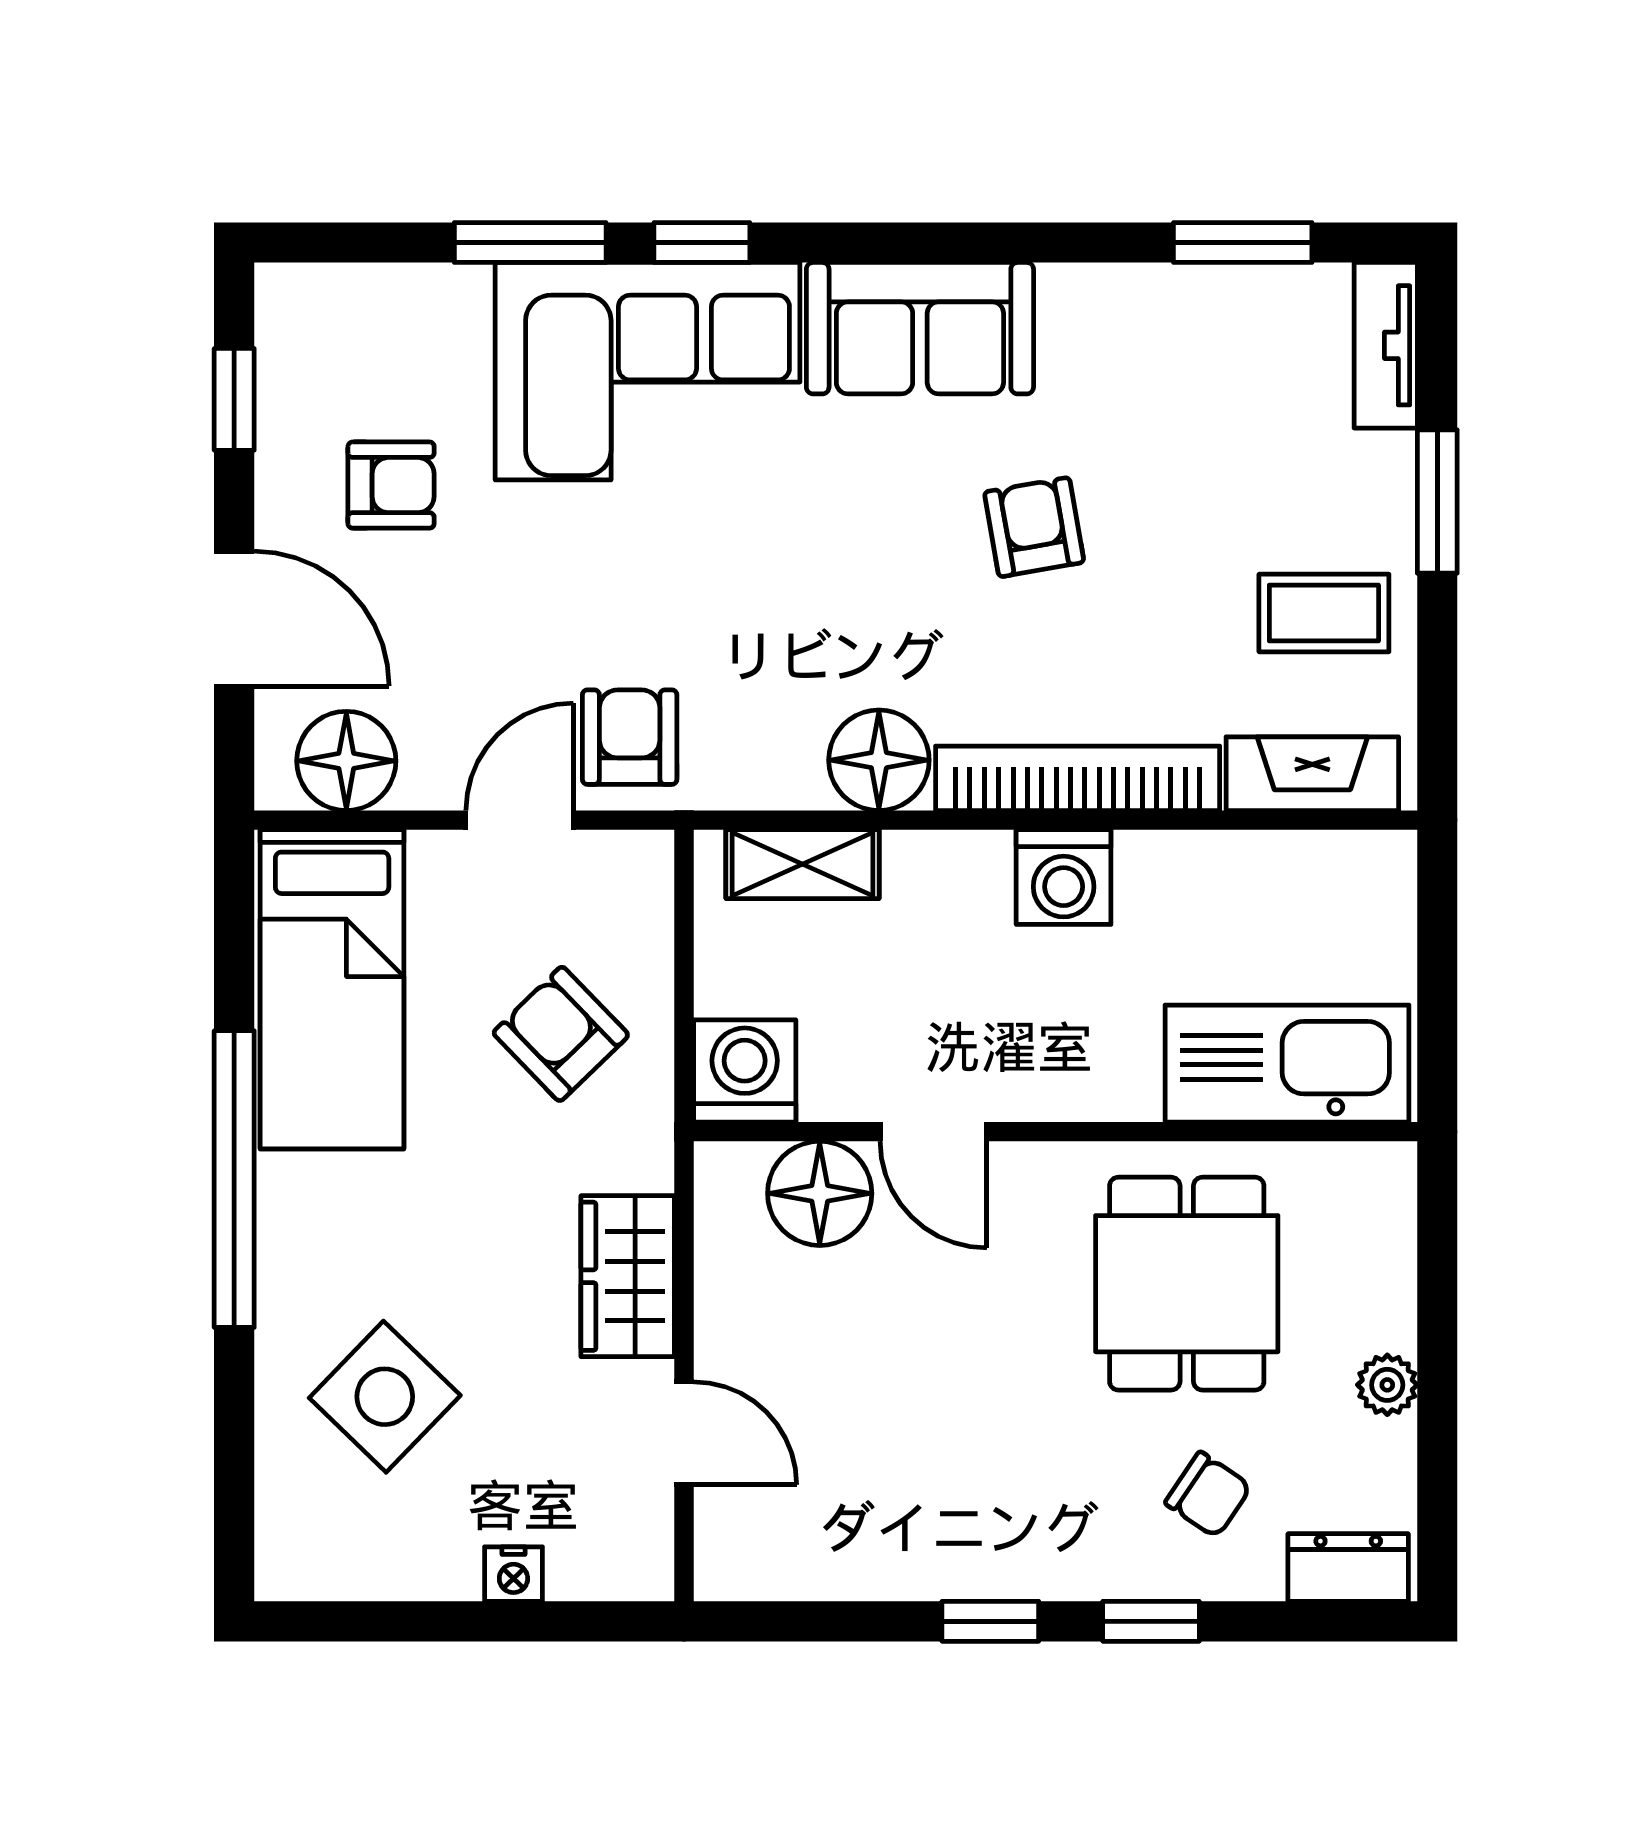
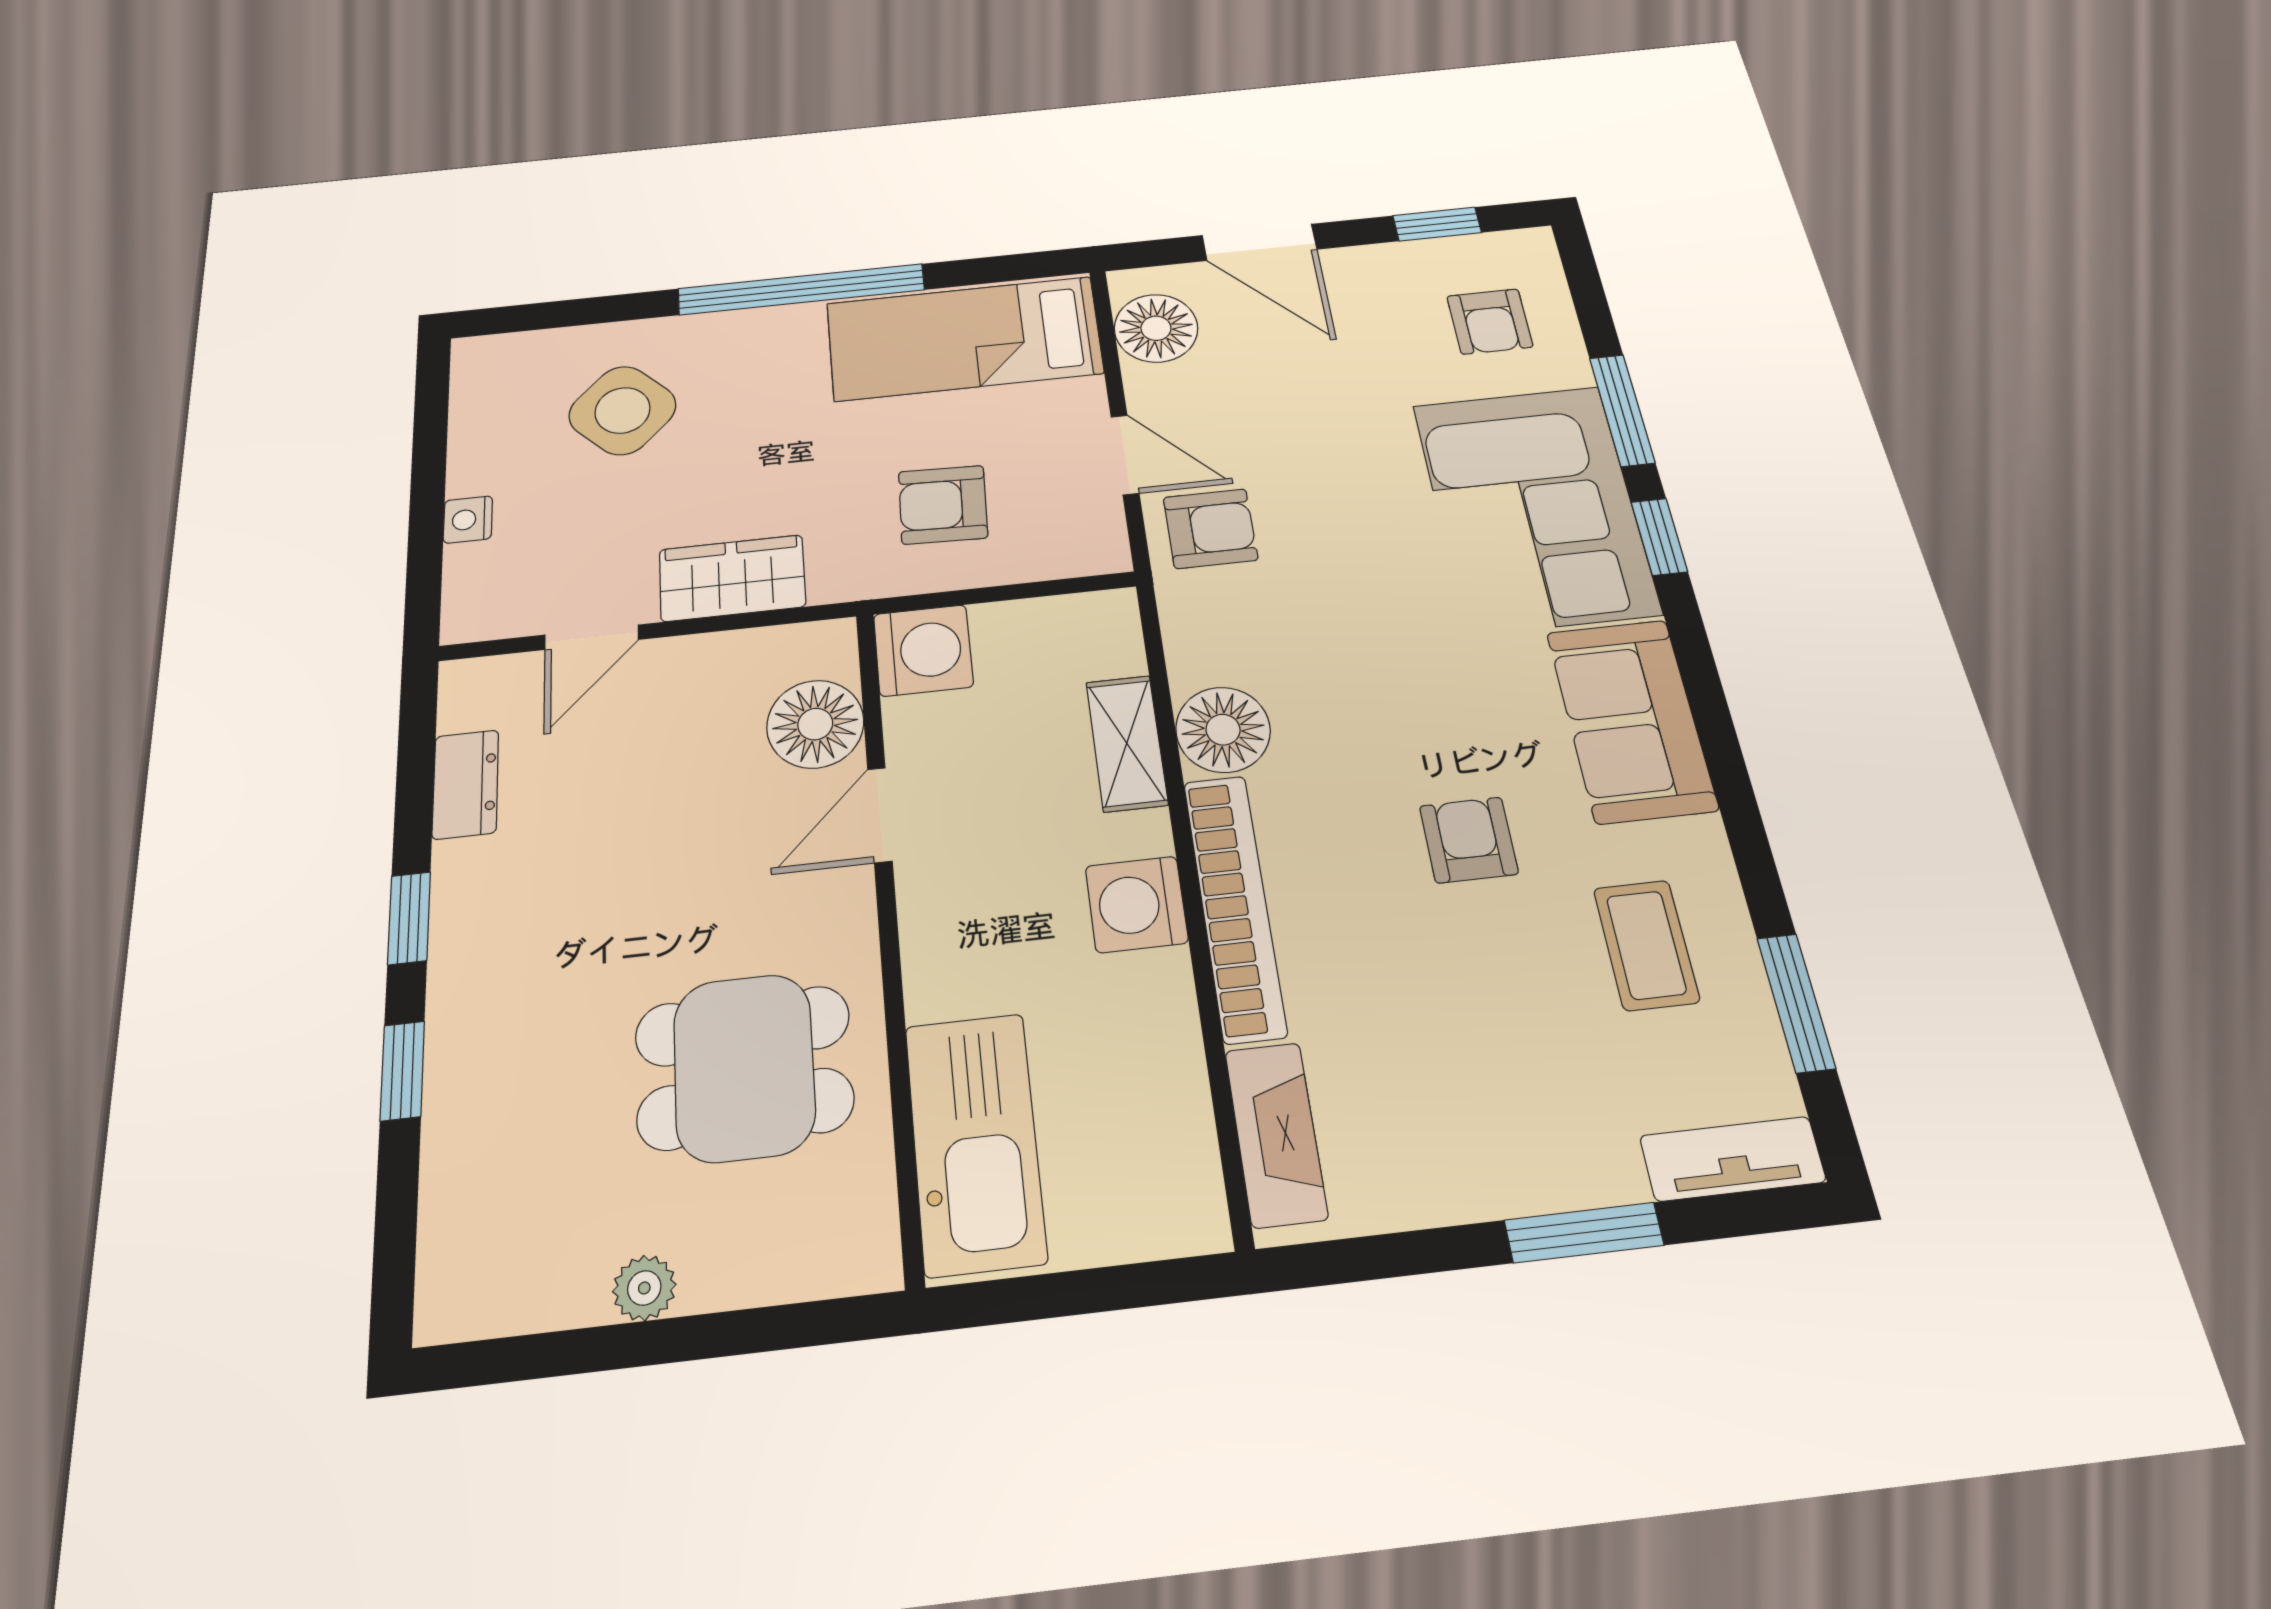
armchair: (391, 485) -> (1490, 321), moved
armchair: (1034, 527) -> (1469, 840), turned -80
coffee table: (1324, 613) -> (1646, 945), moved
door: (234, 619) -> (1259, 242), hinge flipped
shelving: (802, 864) -> (1127, 743), moved
armchair: (561, 1034) -> (943, 505), turned -134
chair: (1208, 1495) -> (530, 1113), removed
dresser: (1348, 1568) -> (465, 784), moved

